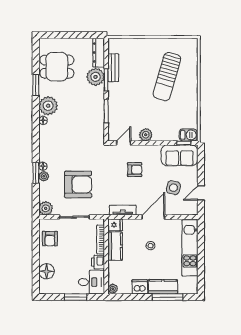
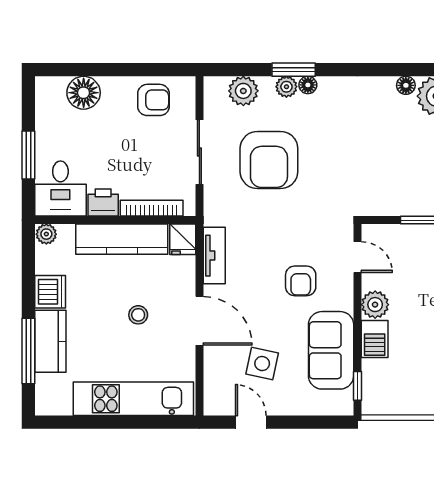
barbecue: (188, 135) -> (375, 339), moved
sofa: (180, 155) -> (331, 350), moved
plant: (46, 208) -> (243, 91), moved
armchair: (50, 239) -> (153, 100), turned 180
kitchen counter: (115, 246) -> (122, 239), width x1.50

